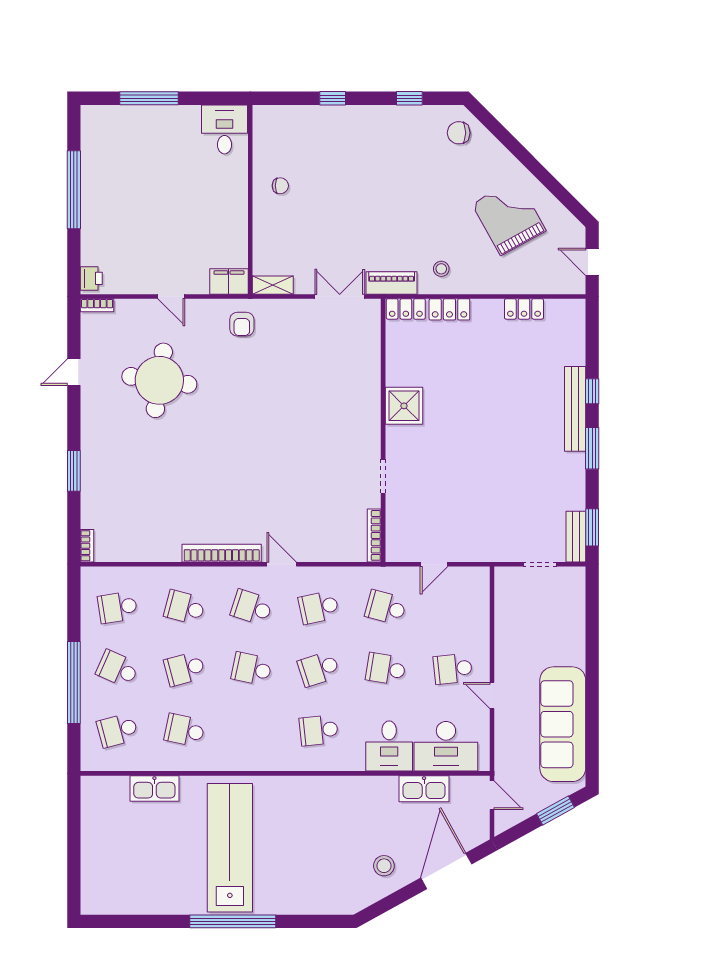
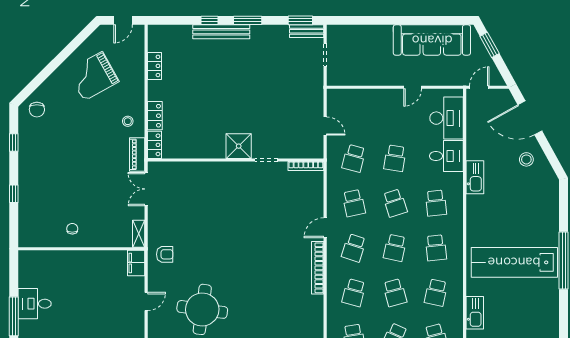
desk: (224, 129) -> (35, 304), moved
shower: (404, 406) -> (239, 146), moved
school desk: (453, 669) -> (436, 248), moved
kitchen sink: (424, 789) -> (475, 177), moved

